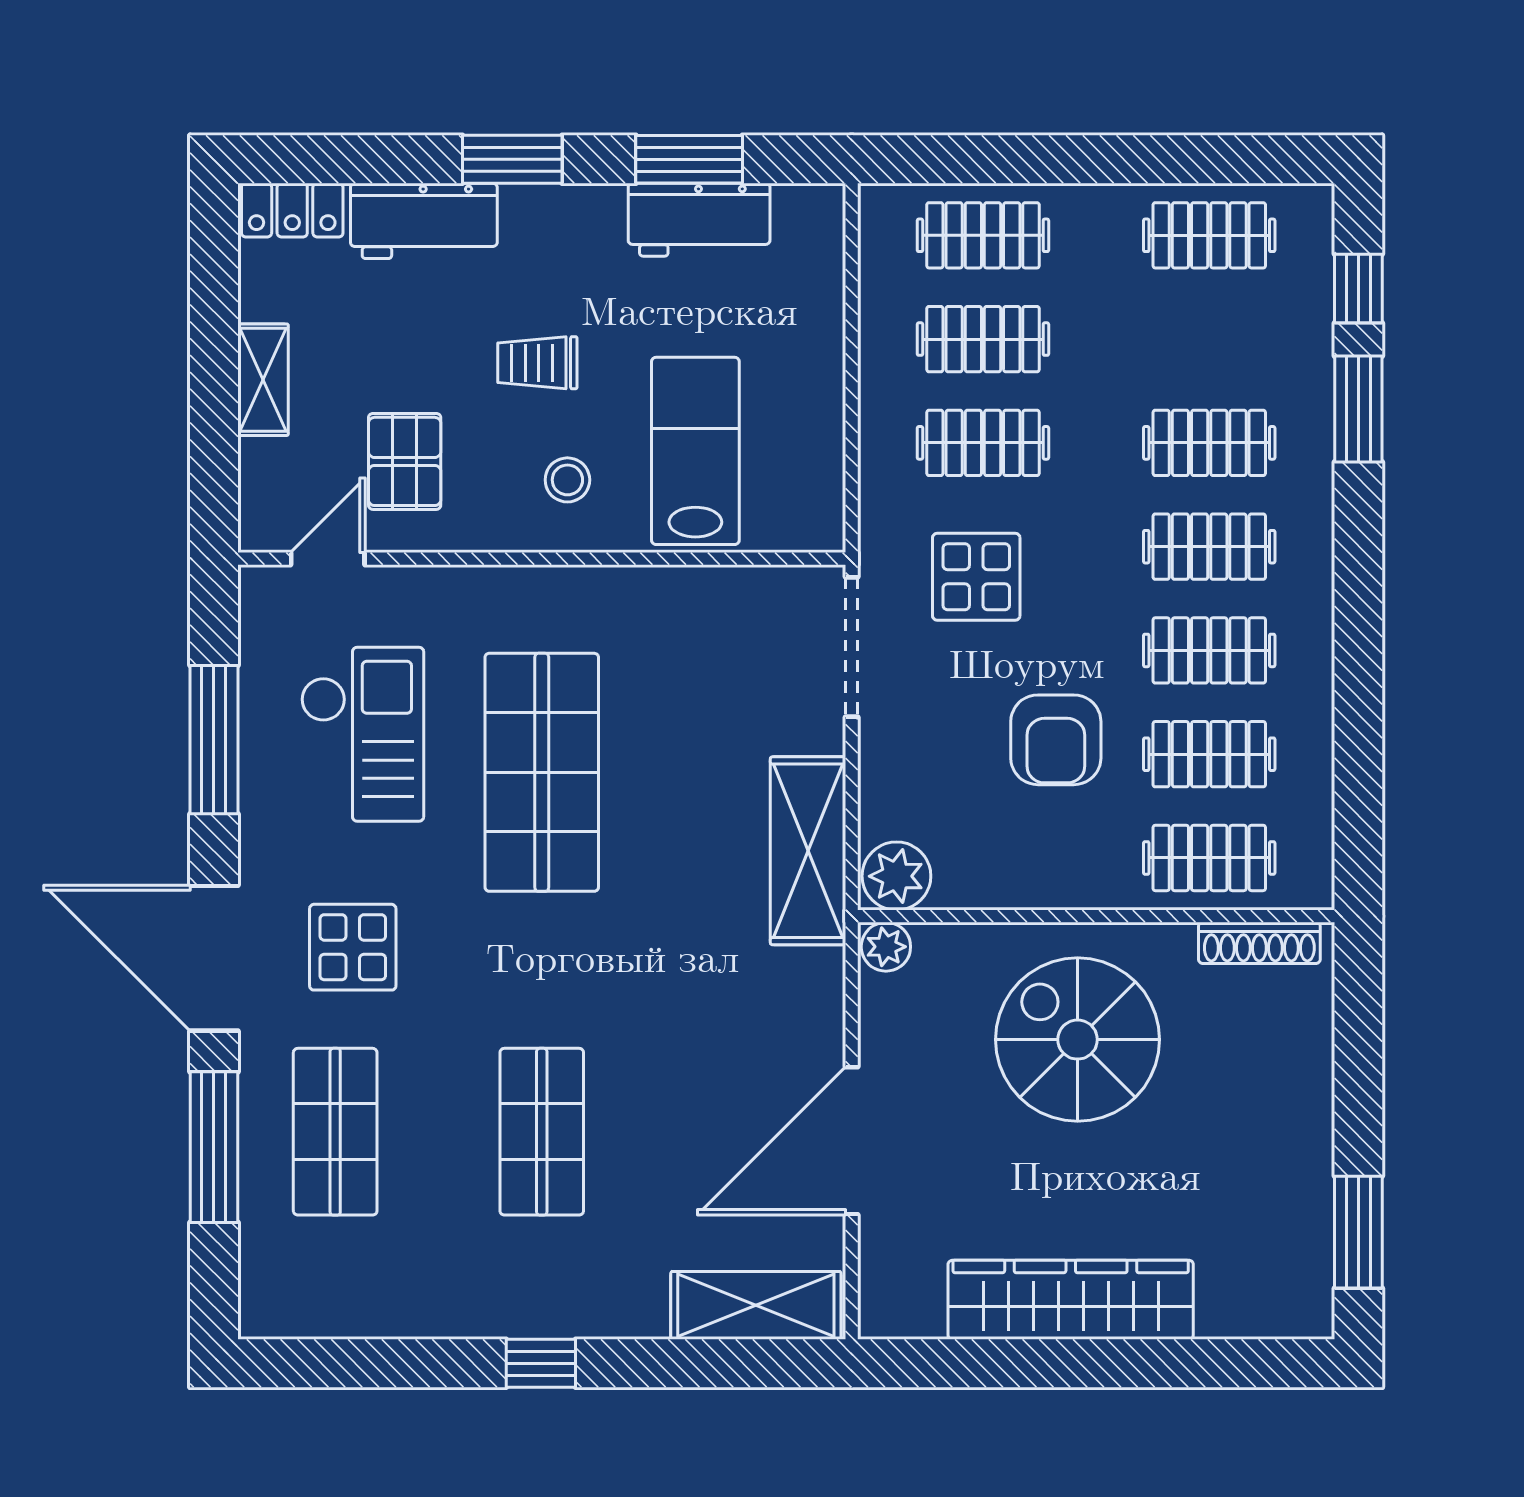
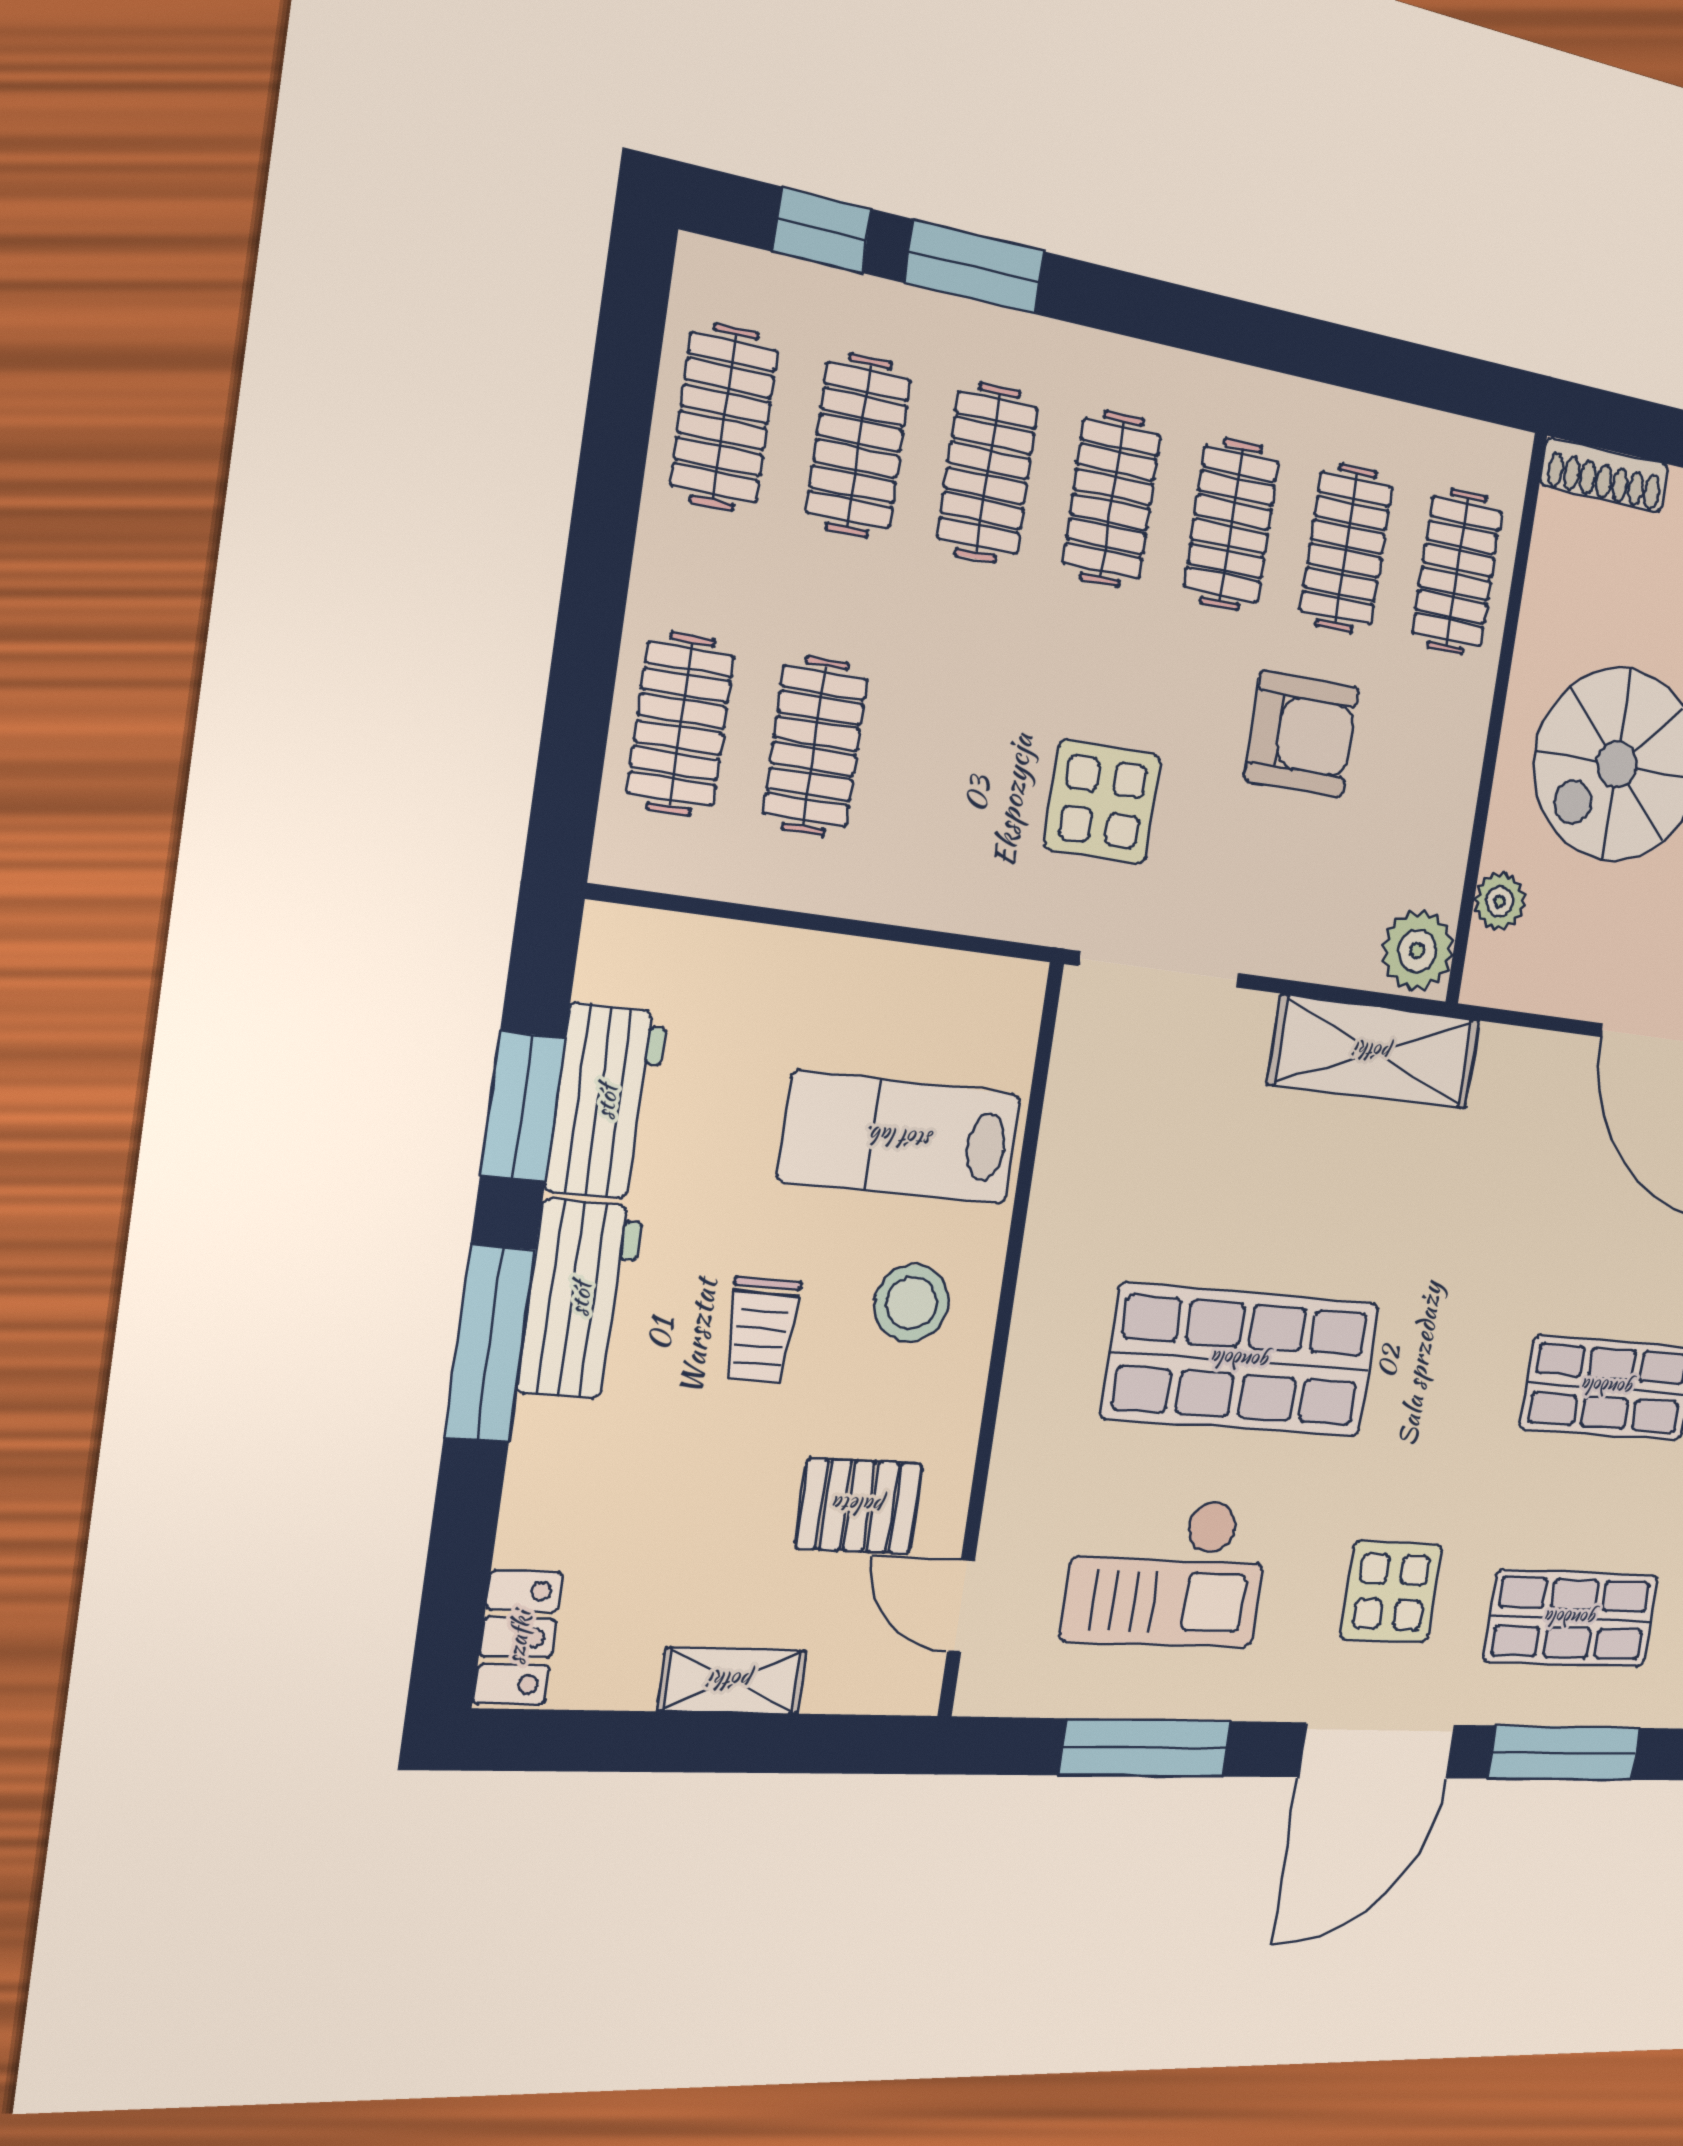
window: (512, 159) -> (490, 1344), width x1.44
workbench: (424, 221) -> (580, 1299), moved
clothes rail: (983, 443) -> (858, 446), moved
stool: (567, 480) -> (912, 1303), width x1.37, depth x1.37
checkout: (362, 734) -> (1167, 1572), turned 180
shoe rack: (1259, 943) -> (1605, 475), moved, turned 90
plant: (886, 947) -> (1500, 902), moved

